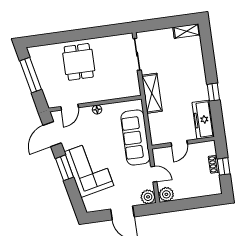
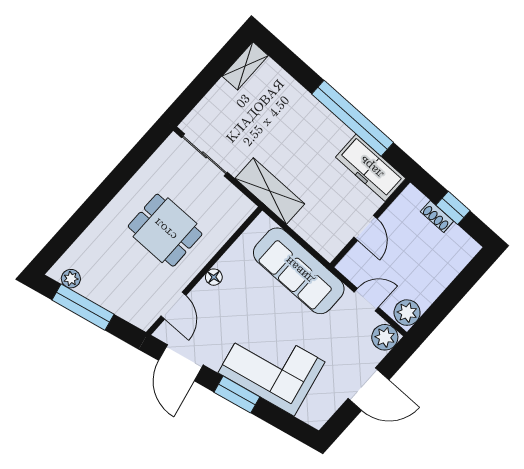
plant: (36, 59) -> (71, 279), added
dining table: (79, 62) -> (165, 230), moved
window: (213, 92) -> (353, 118), width x3.17

